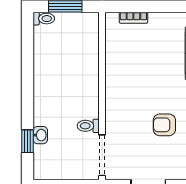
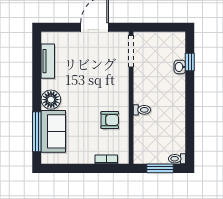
armchair: (164, 125) -> (110, 120), moved
toilet: (88, 126) -> (142, 110), moved

